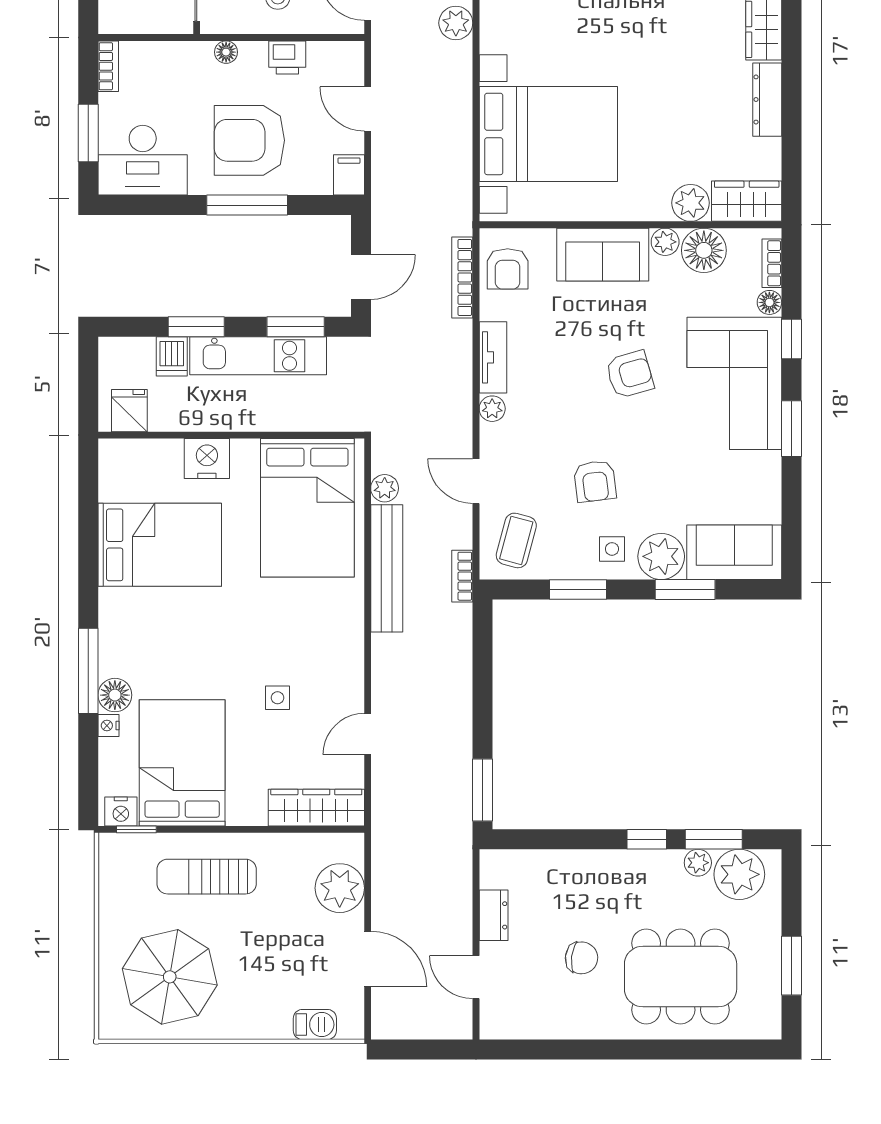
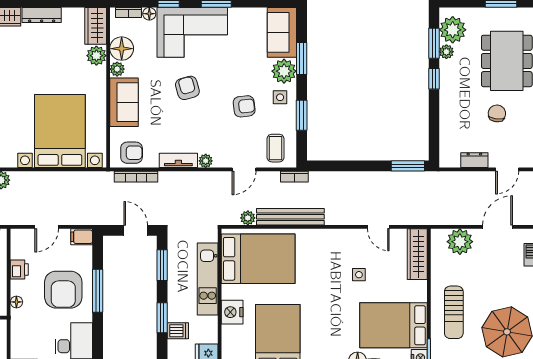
kitchen unit: (258, 356) -> (208, 279), moved, turned 180
coffee table: (516, 540) -> (276, 148), turned 75

